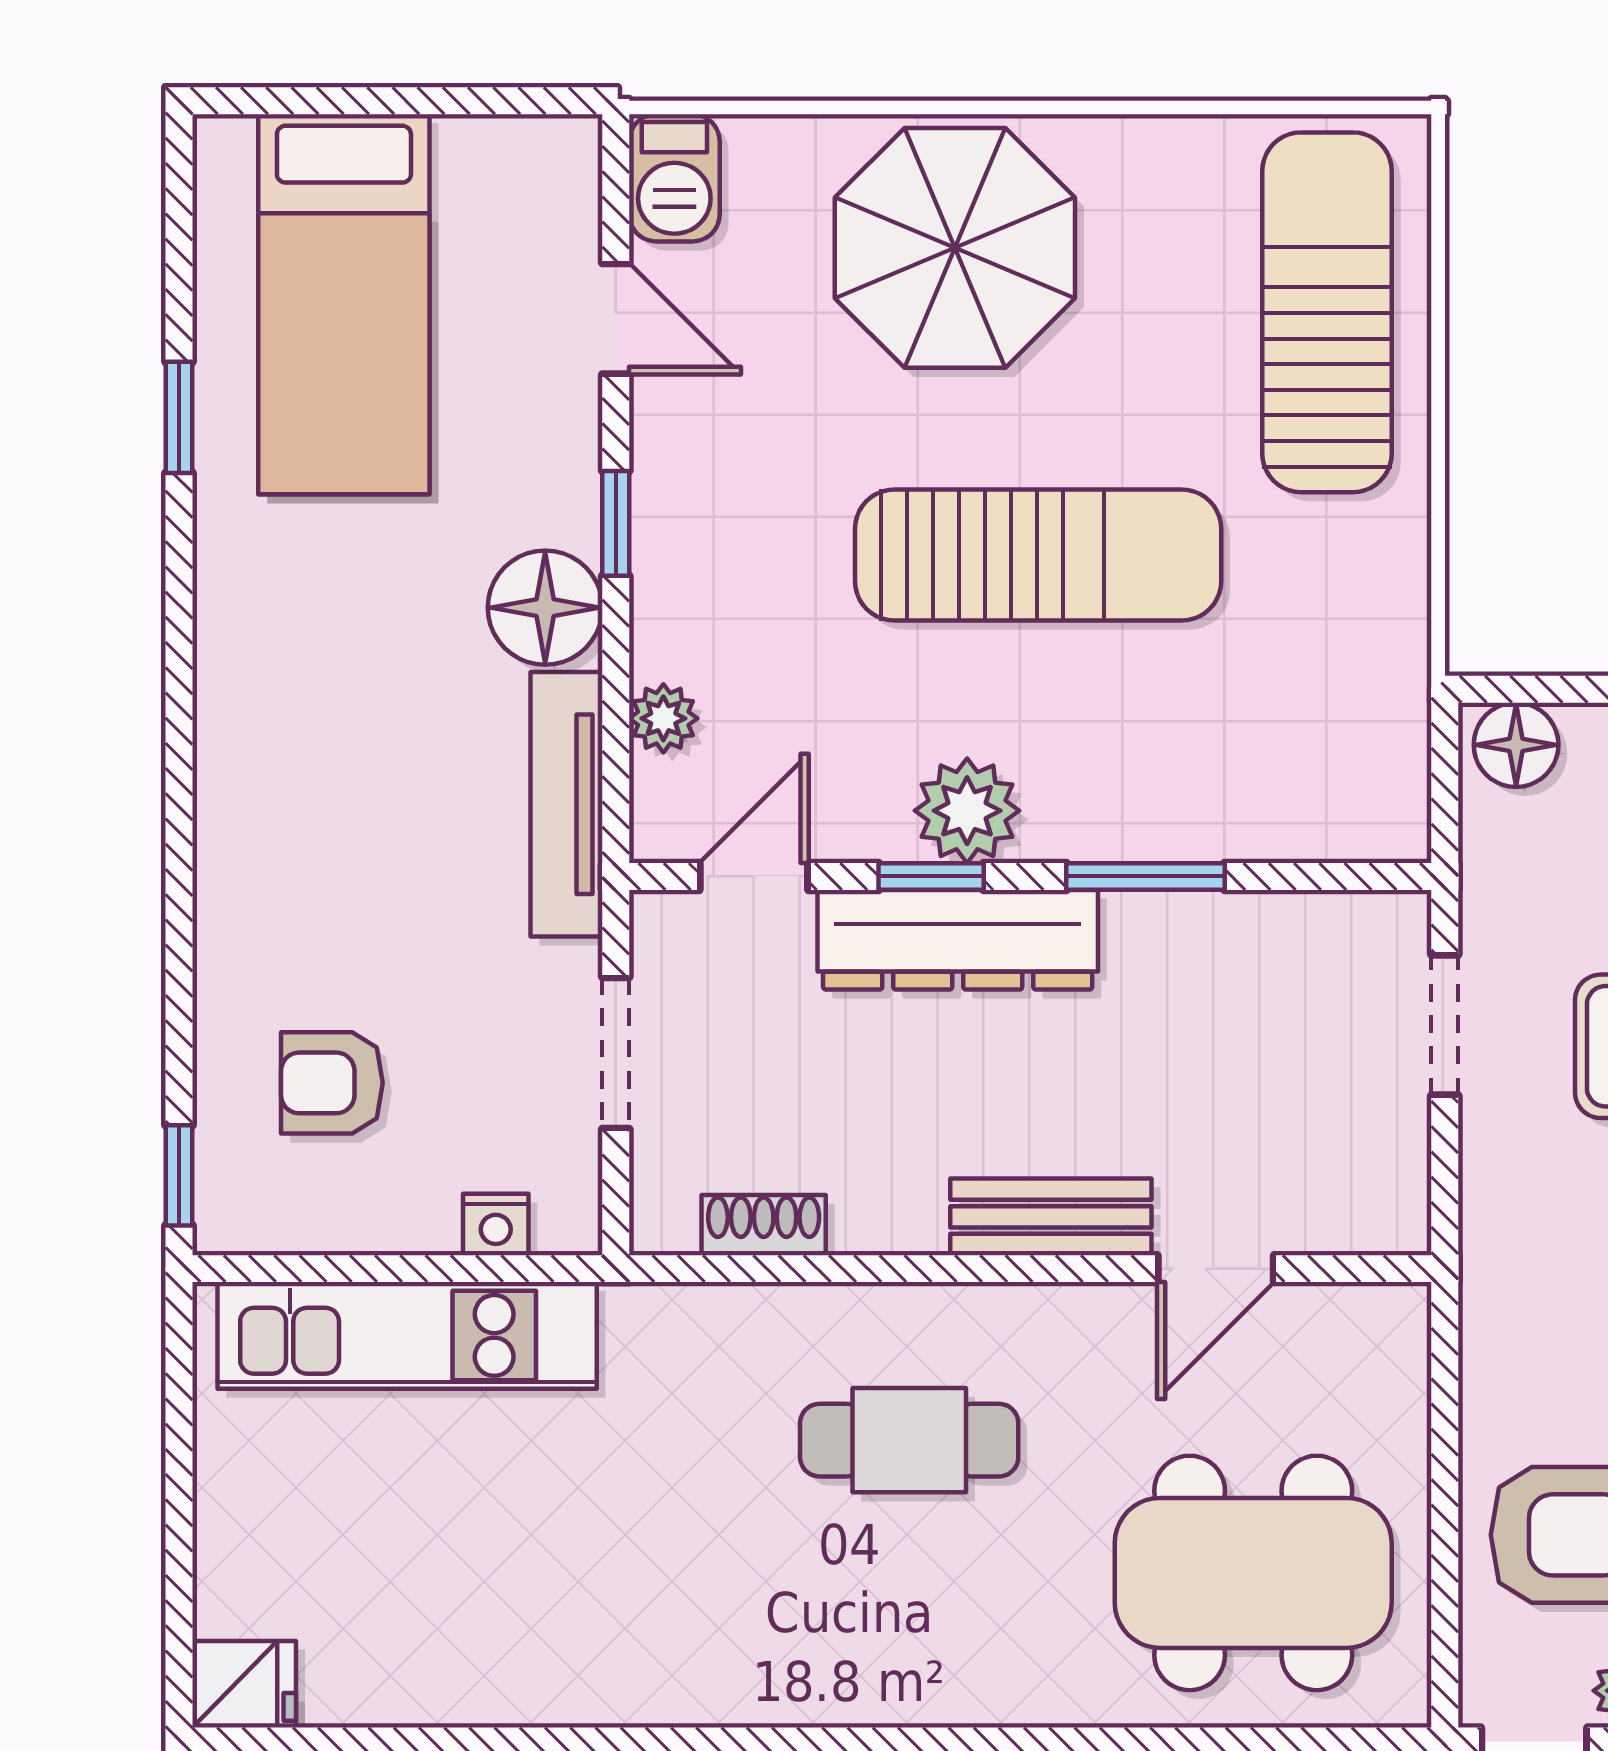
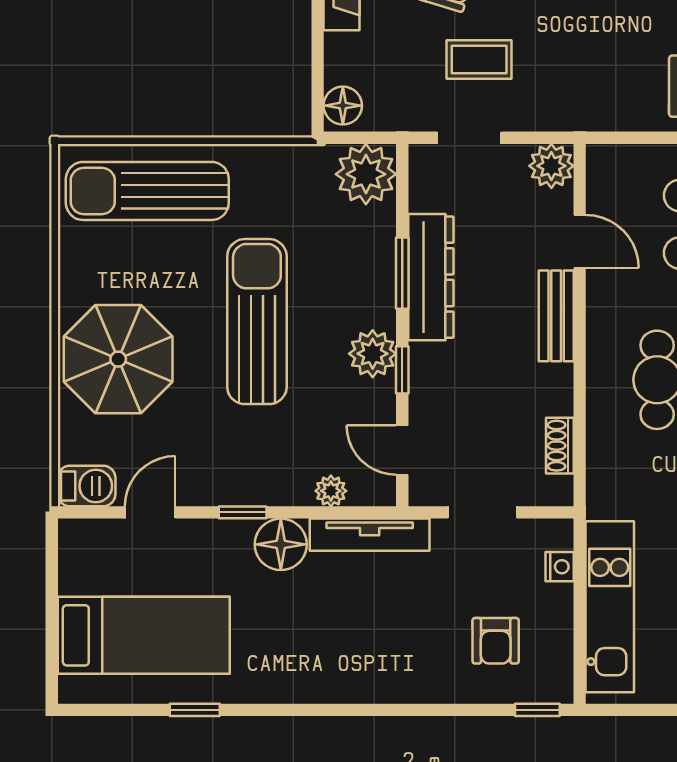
plant: (1365, 796) -> (366, 174), added
dresser: (958, 940) -> (431, 277), moved
plant: (1382, 1206) -> (551, 166), added

